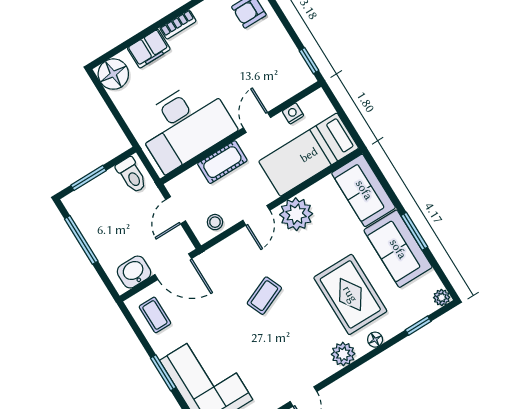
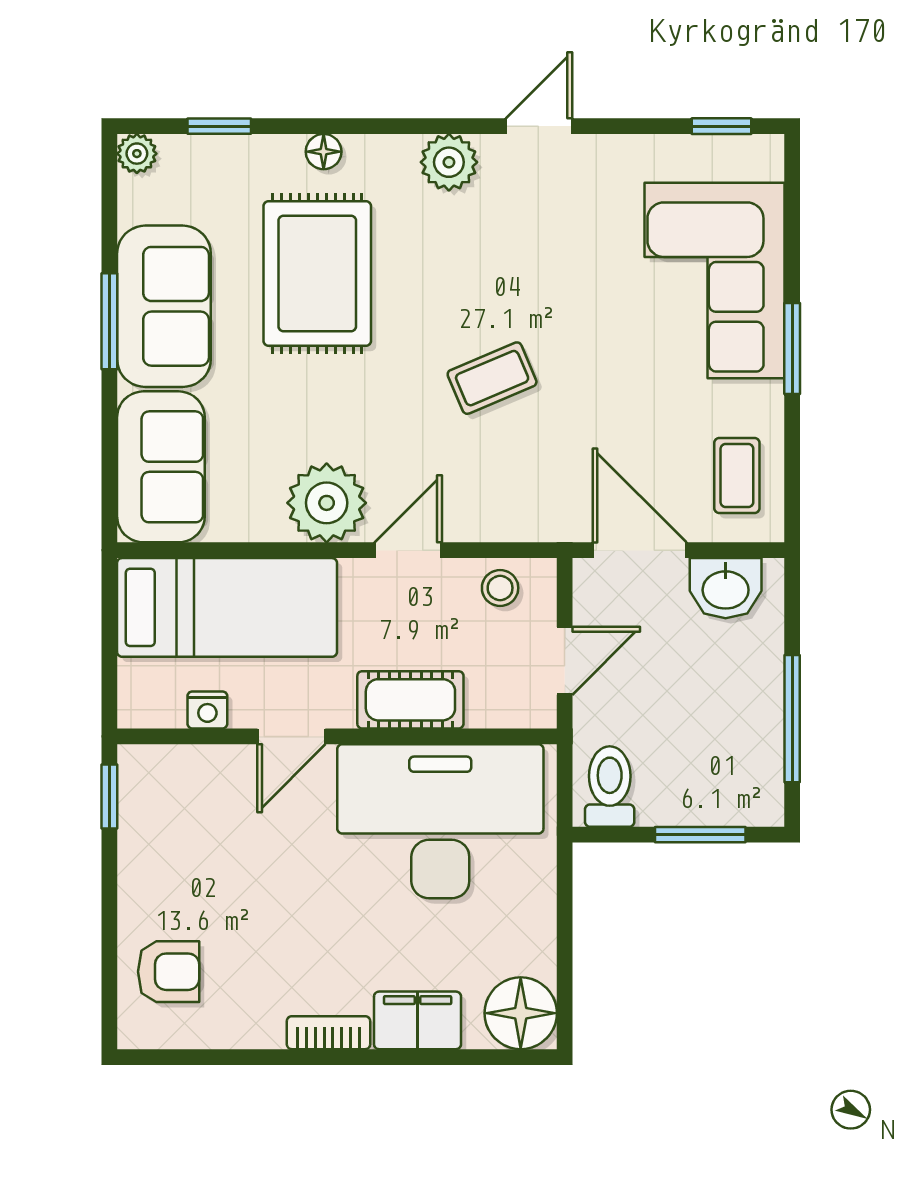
plant: (343, 354) -> (449, 162), moved

